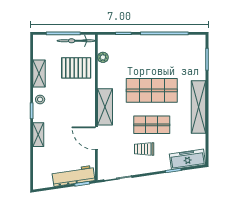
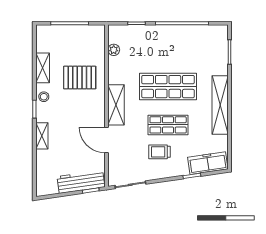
bicycle: (76, 41) -> (84, 31), removed
pallet: (76, 68) -> (80, 78), moved

